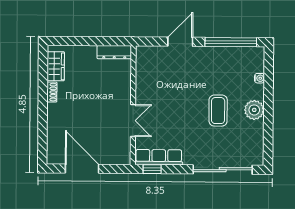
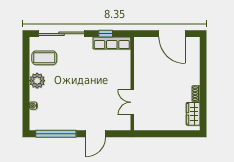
dresser: (114, 52) -> (147, 125), removed
coffee table: (218, 111) -> (44, 58), moved, turned 90
double door: (133, 121) -> (132, 102), moved
window: (152, 169) -> (106, 34), moved

